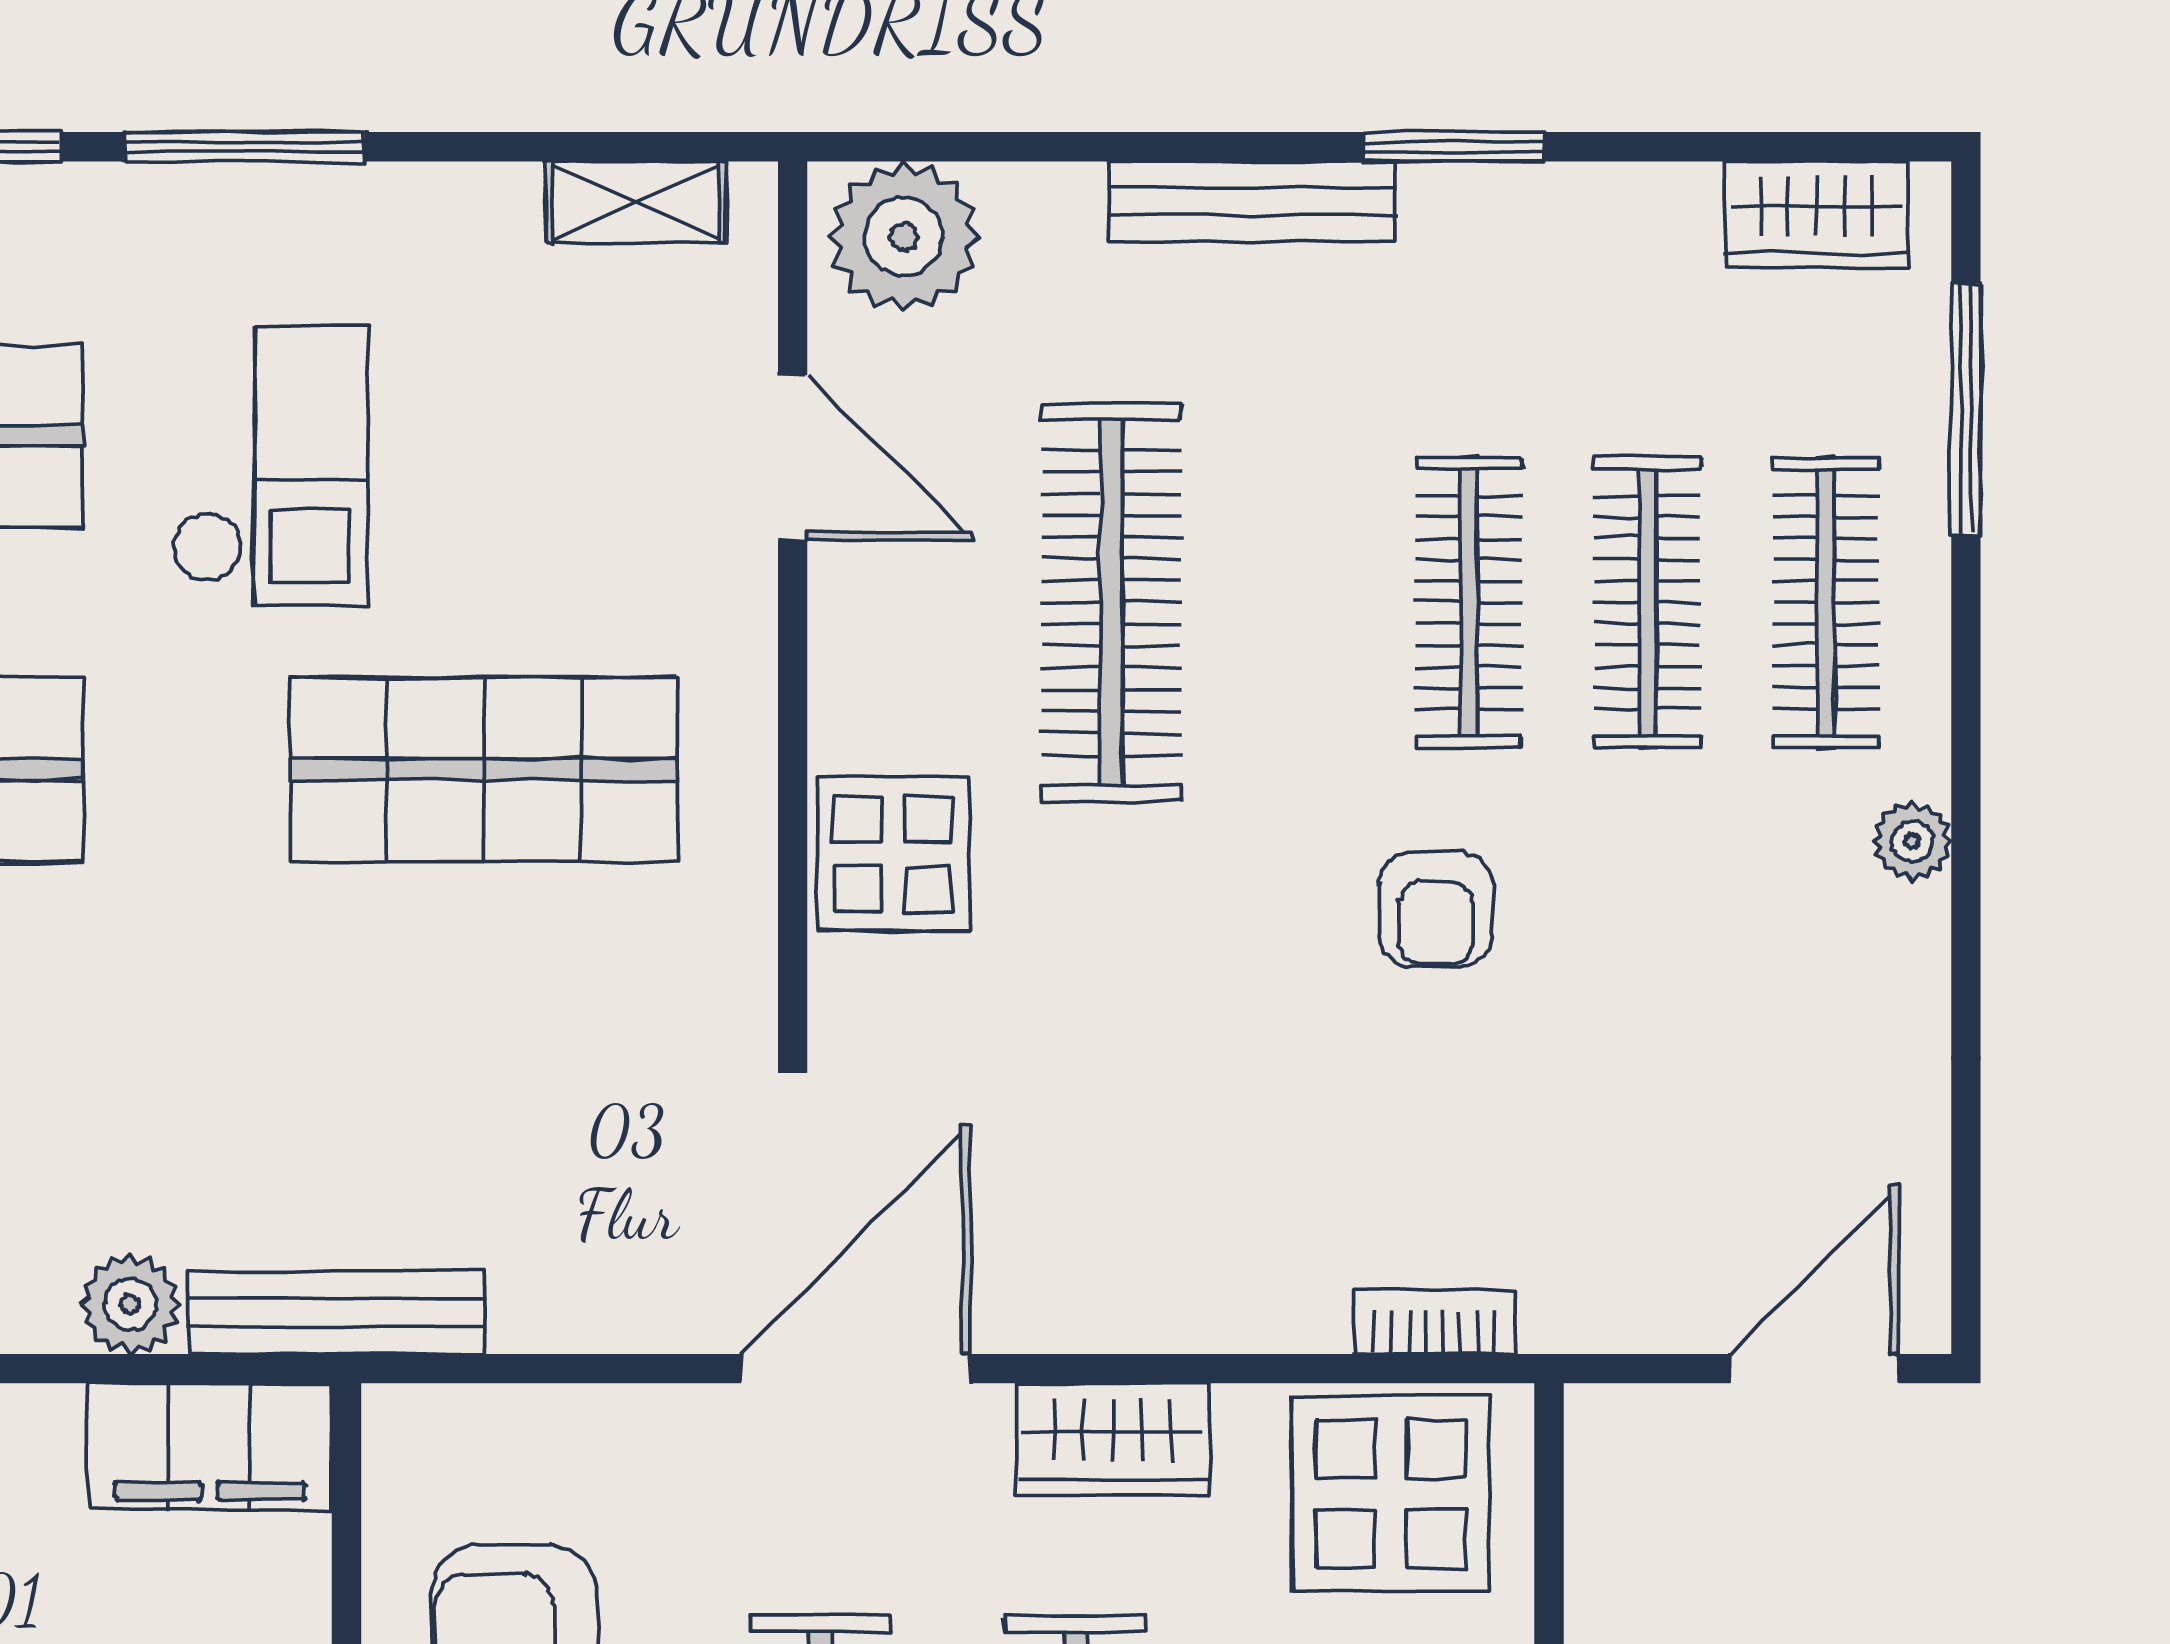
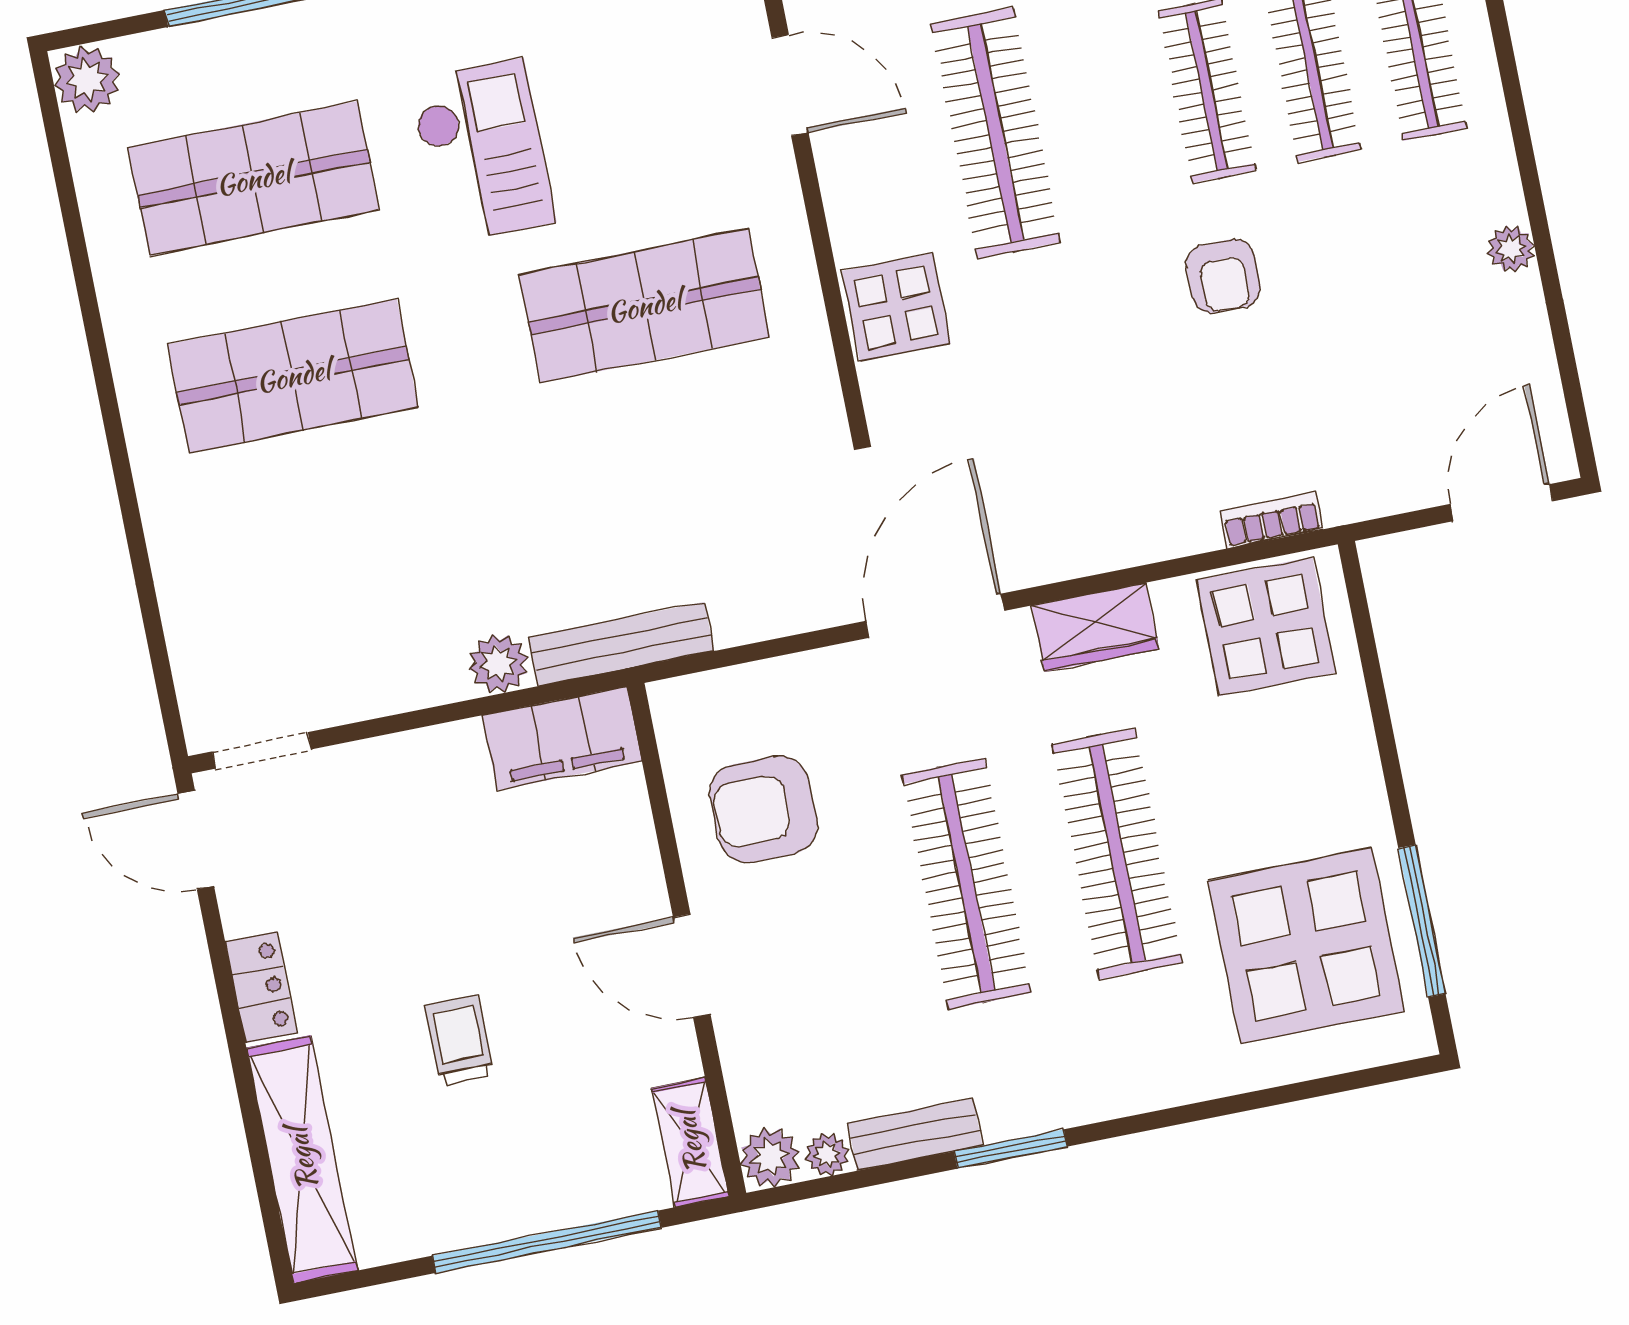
plant: (1912, 841) -> (1511, 249), moved

